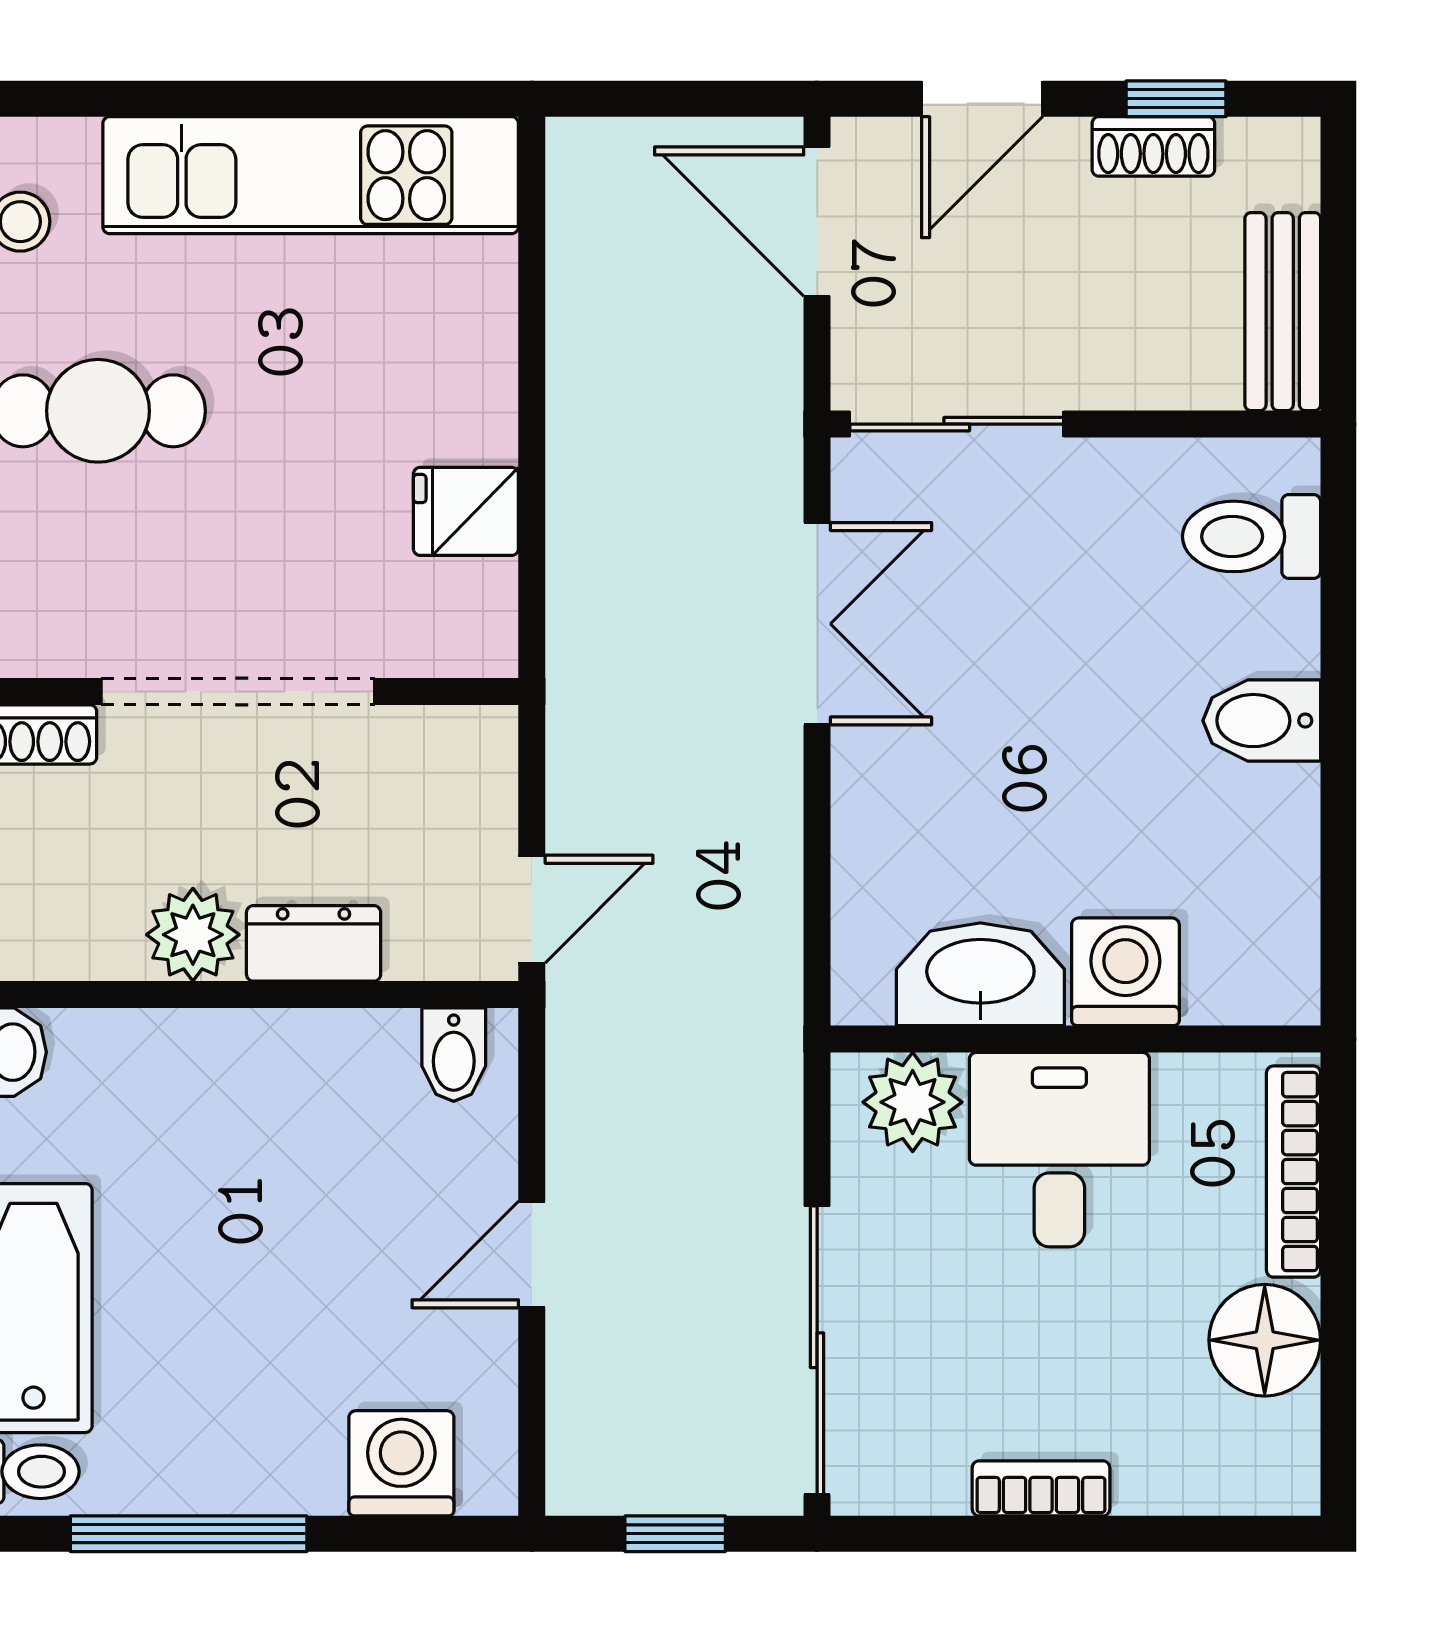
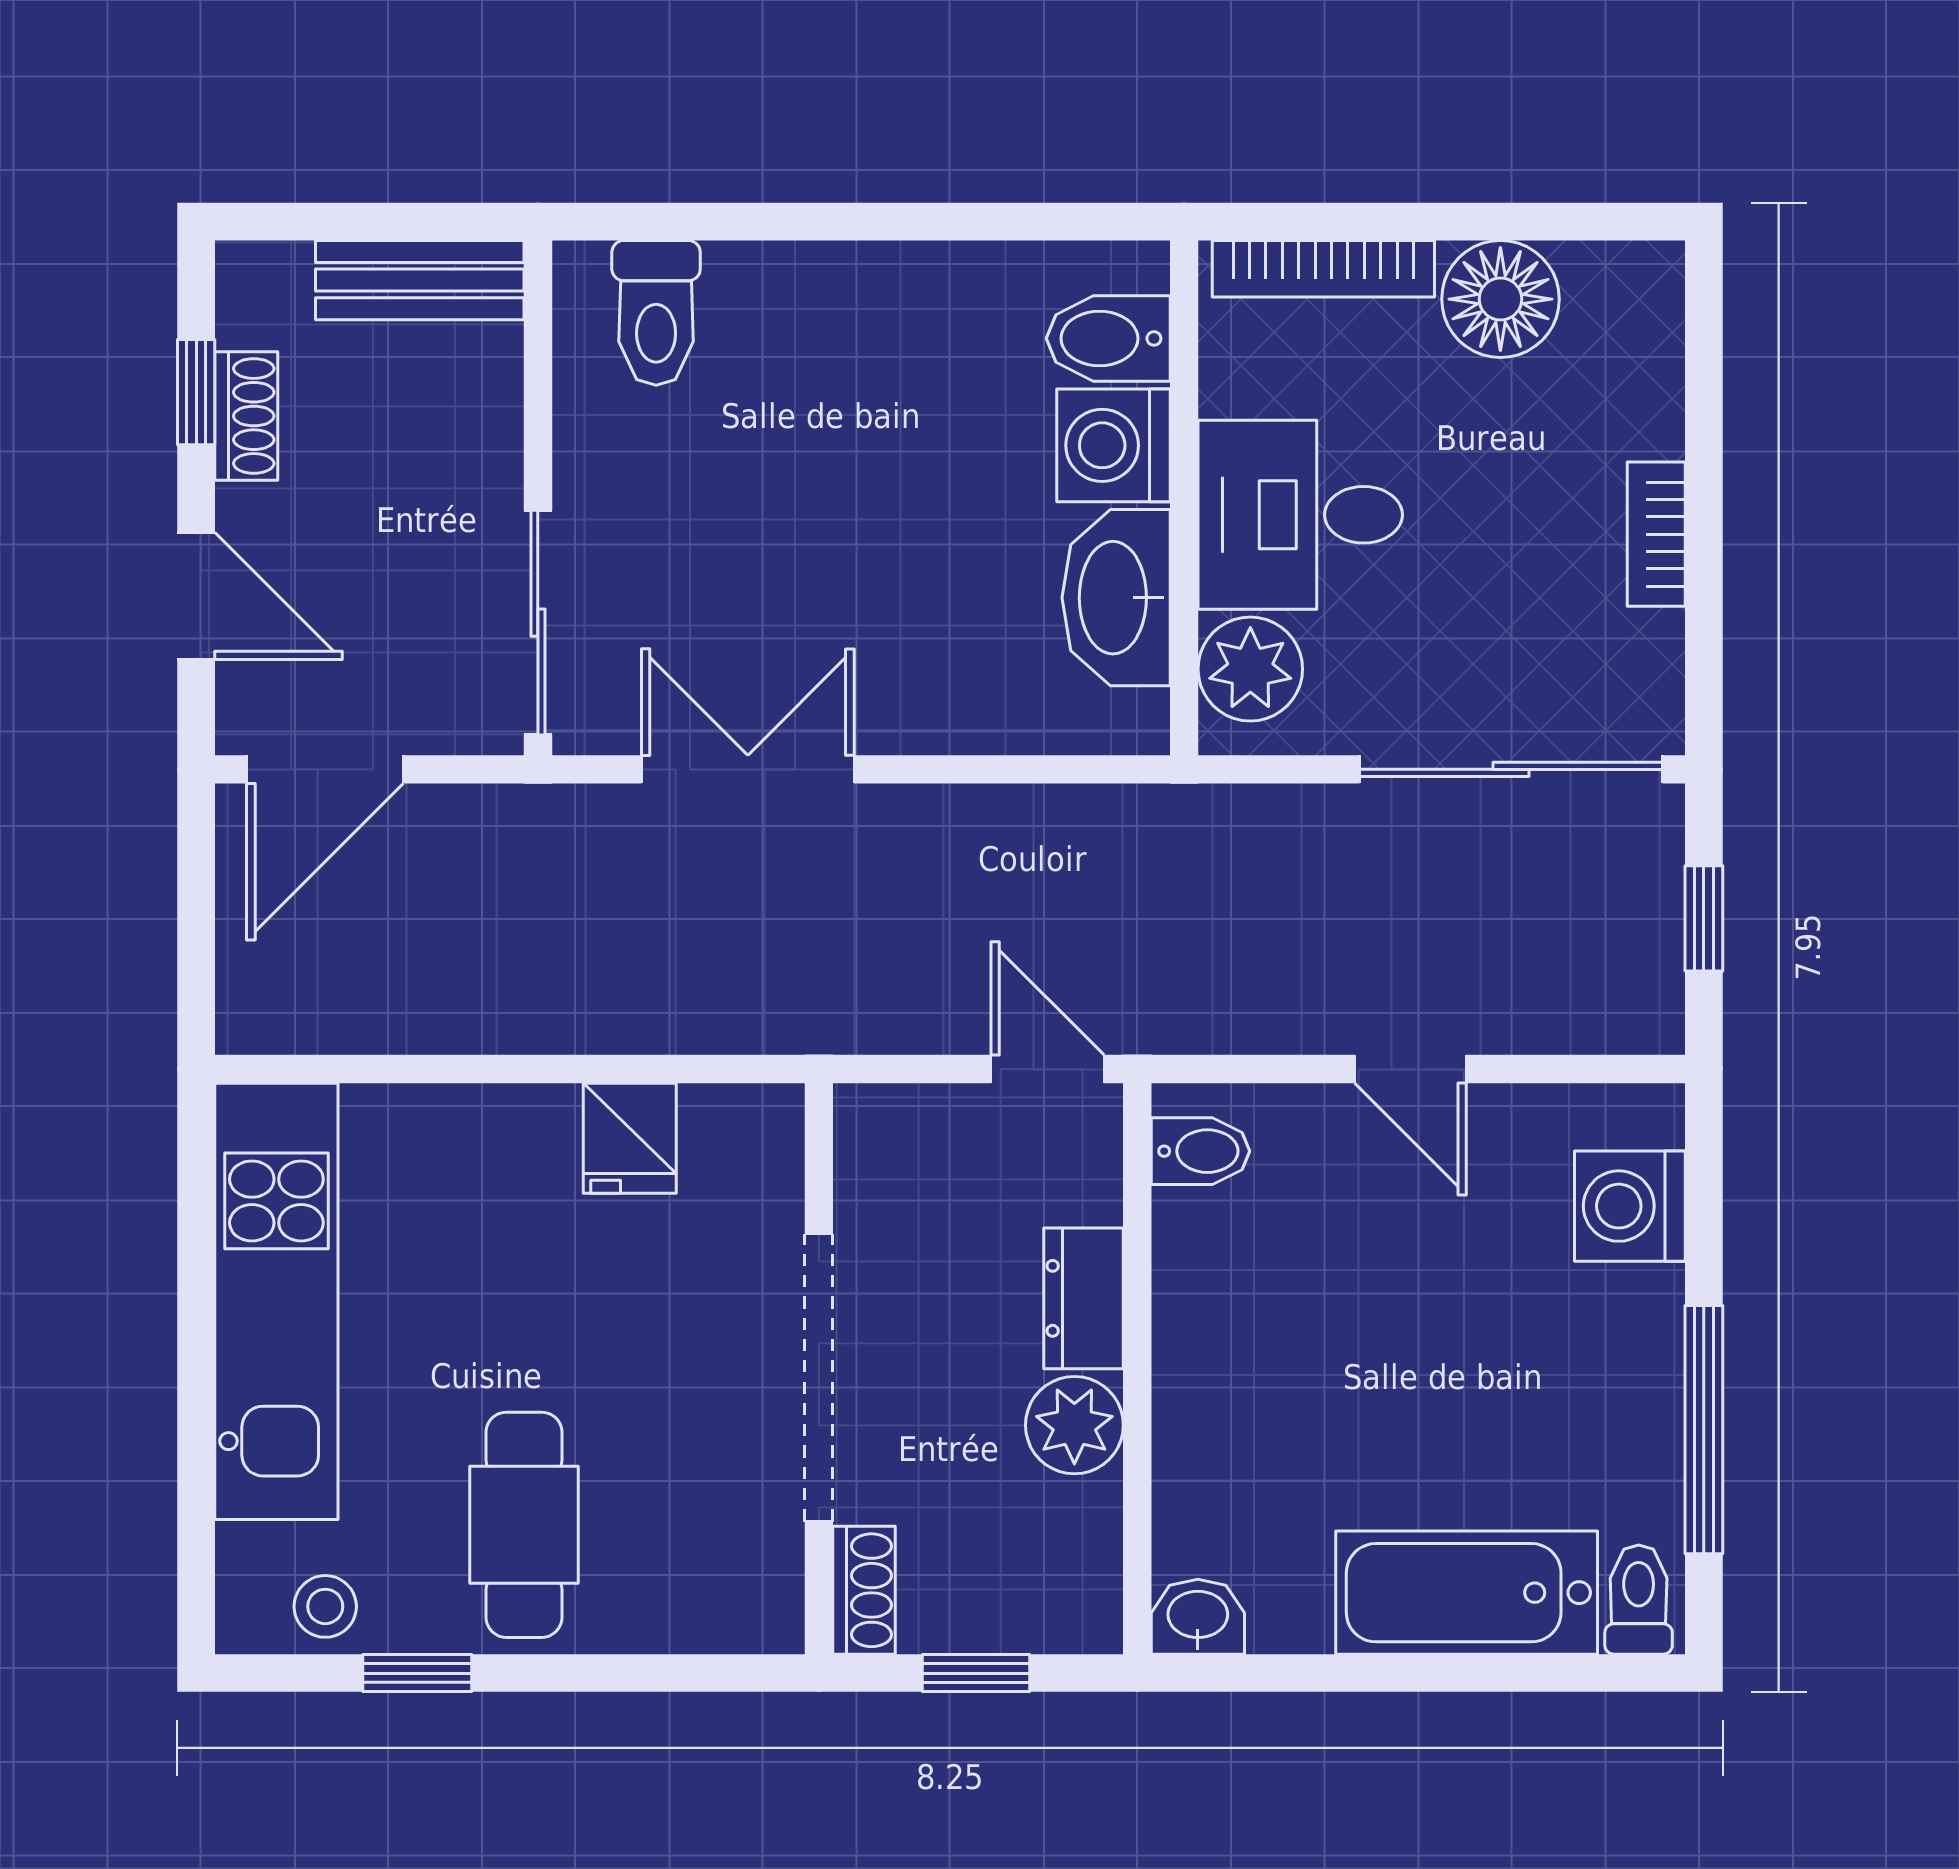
bidet: (1262, 721) -> (1108, 338), moved, turned 90

